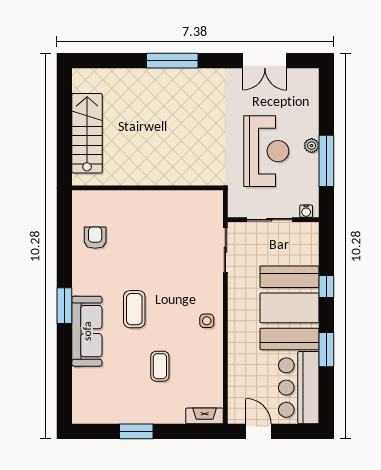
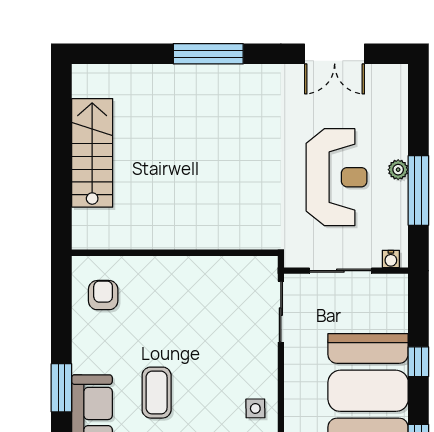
wall: (148, 188) -> (175, 253), moved

